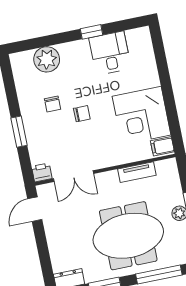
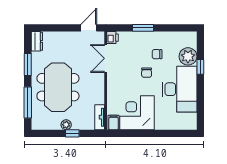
window: (91, 32) -> (200, 67), moved
desk: (110, 53) -> (180, 89), width x1.87, depth x1.30
tv unit: (137, 172) -> (100, 117), moved
door: (35, 209) -> (89, 28), hinge flipped

